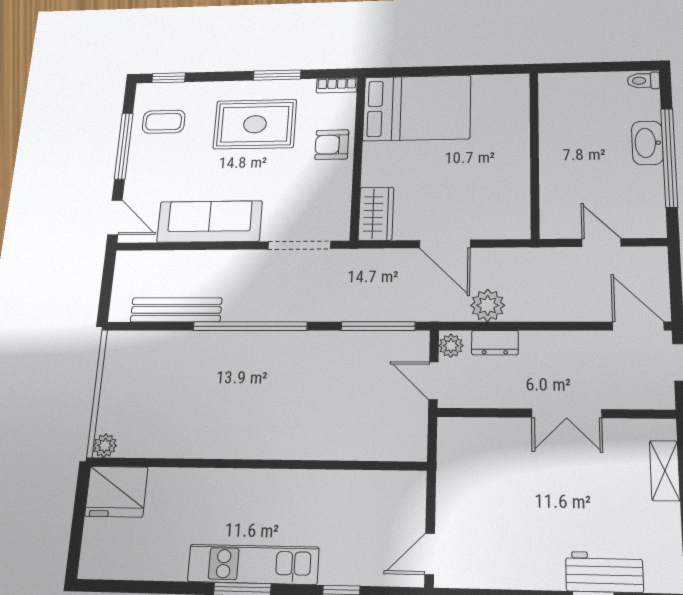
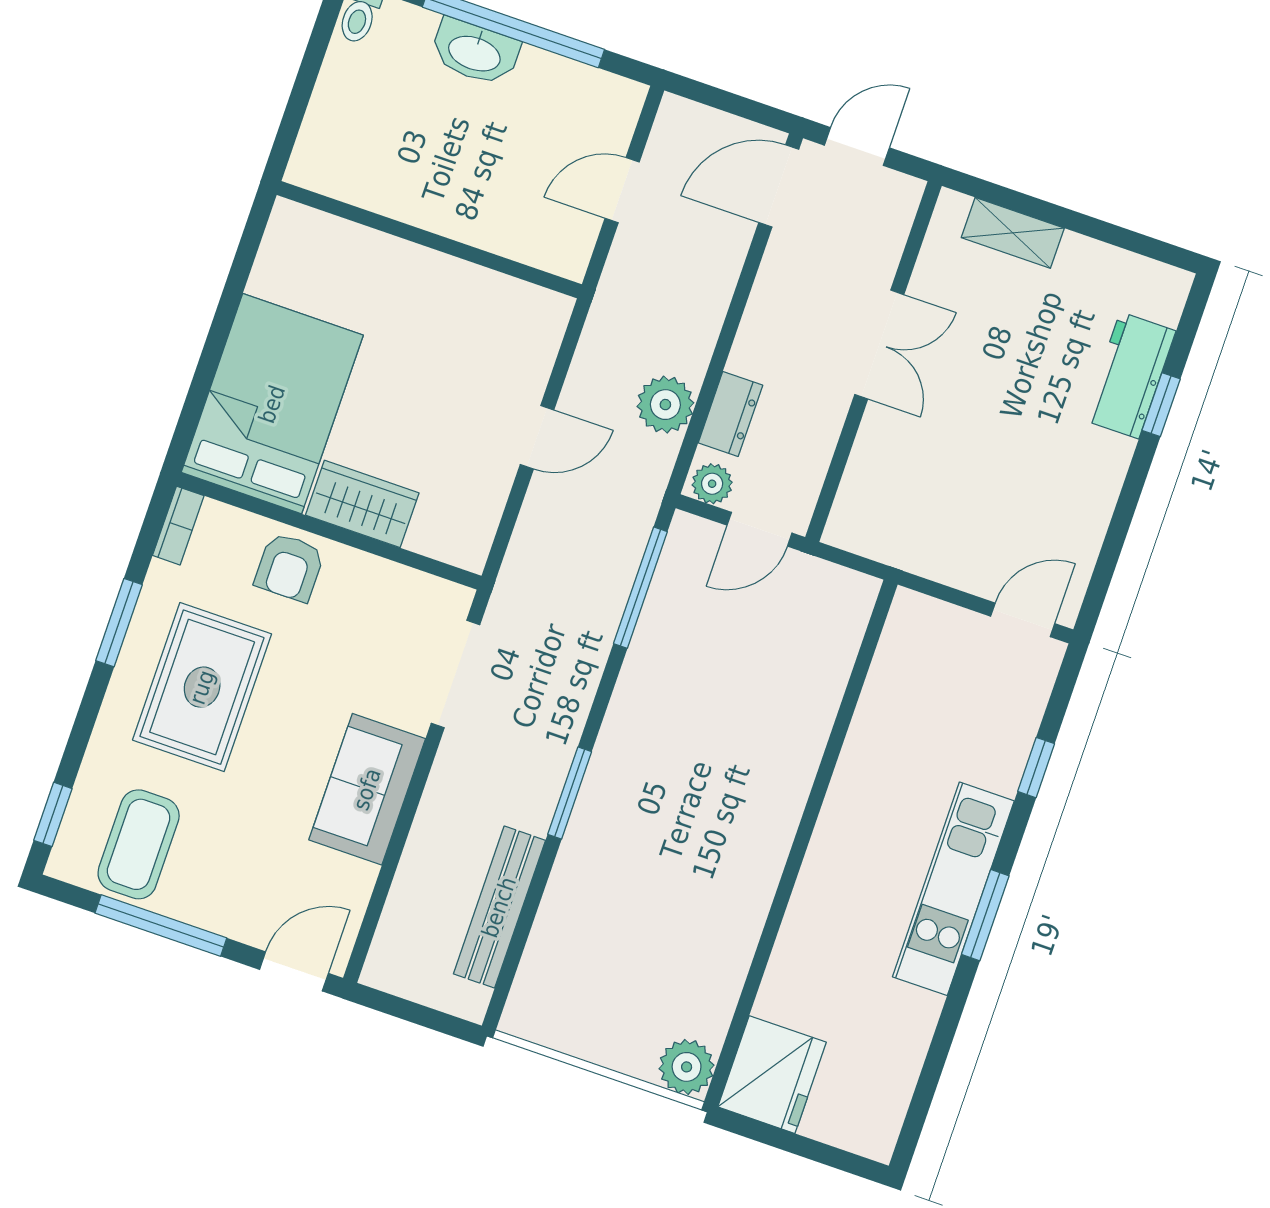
coffee table: (164, 122) -> (139, 844), width x1.36, depth x1.30
wardrobe: (376, 214) -> (362, 504), moved
sofa: (210, 222) -> (367, 789), width x0.73
door: (445, 244) -> (537, 437), width x0.73
window: (250, 326) -> (570, 793), width x0.47
plant: (105, 446) -> (687, 1067), width x1.38, depth x1.38
door: (430, 554) -> (1023, 620), swing flipped

